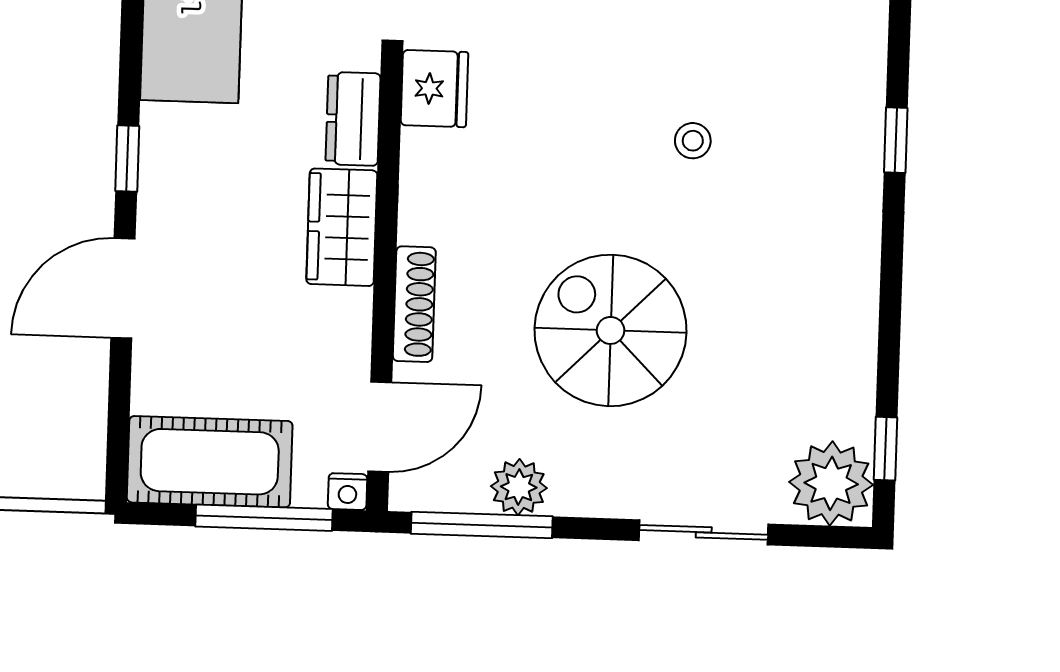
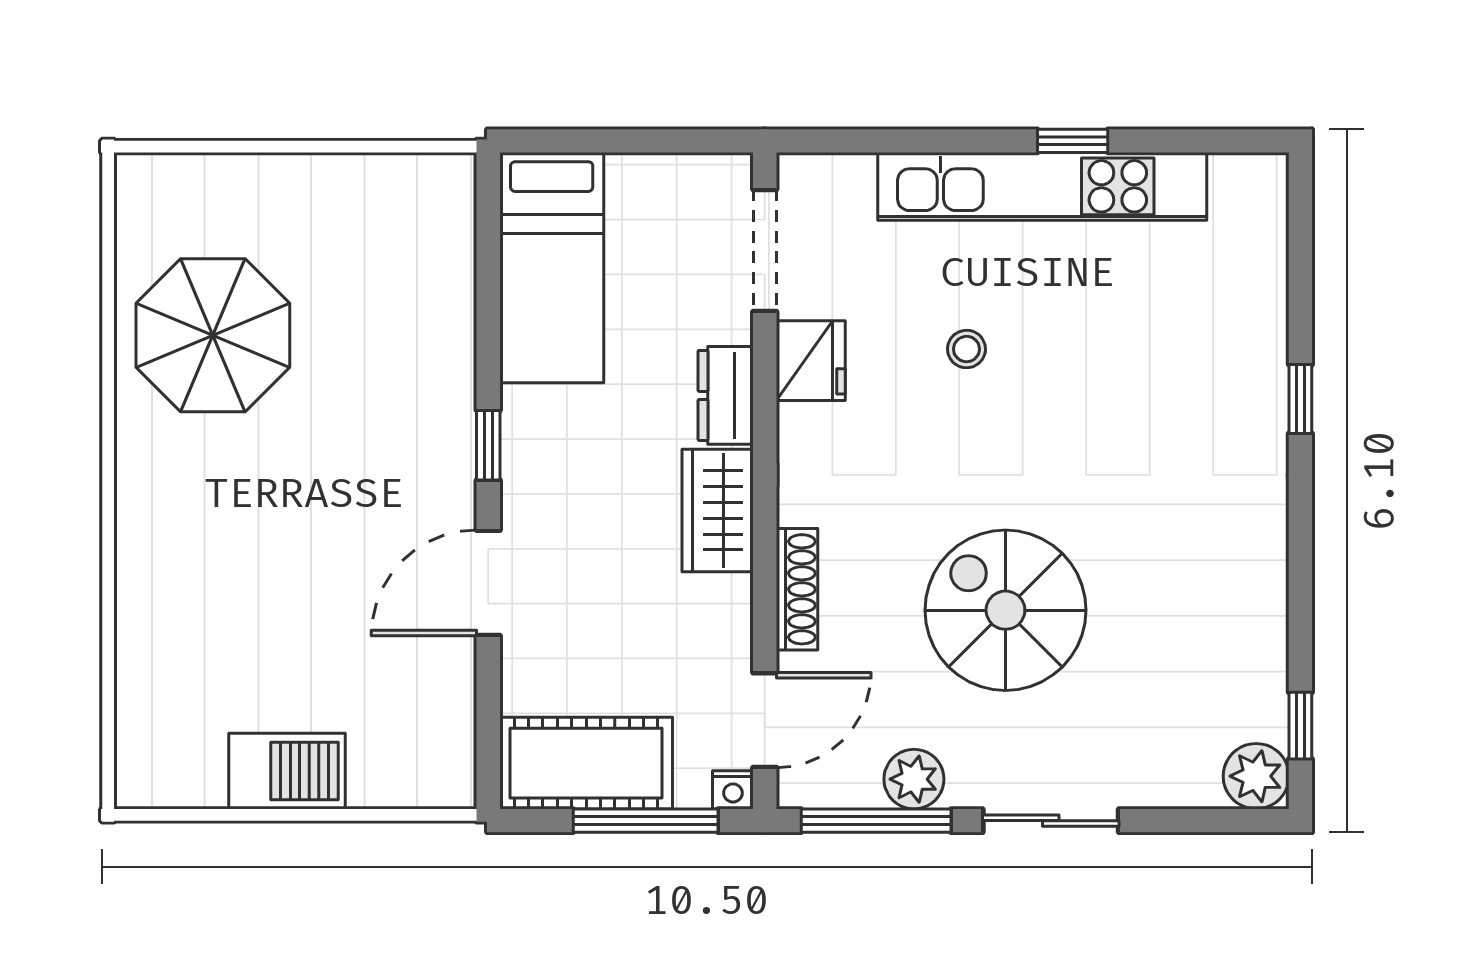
stool: (693, 141) -> (966, 349), moved
plant: (831, 483) -> (1256, 776), width x0.73, depth x0.73
sliding door: (704, 532) -> (1051, 821), moved

